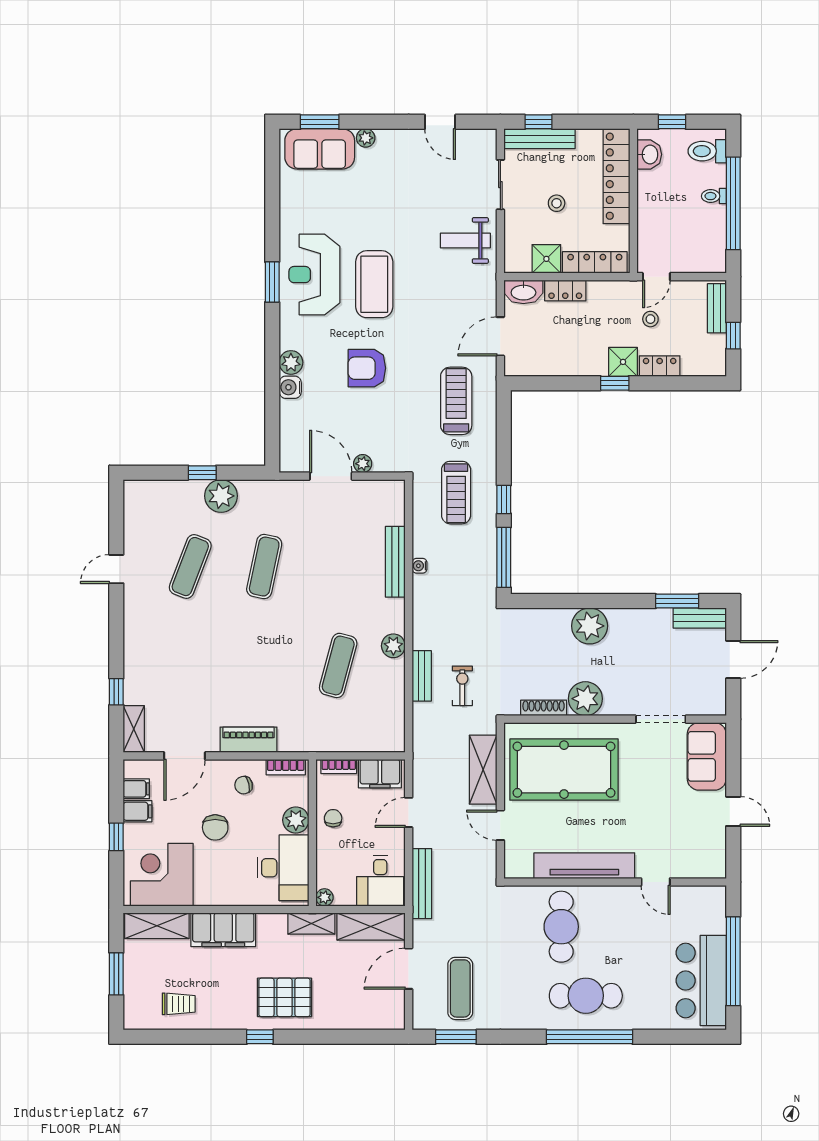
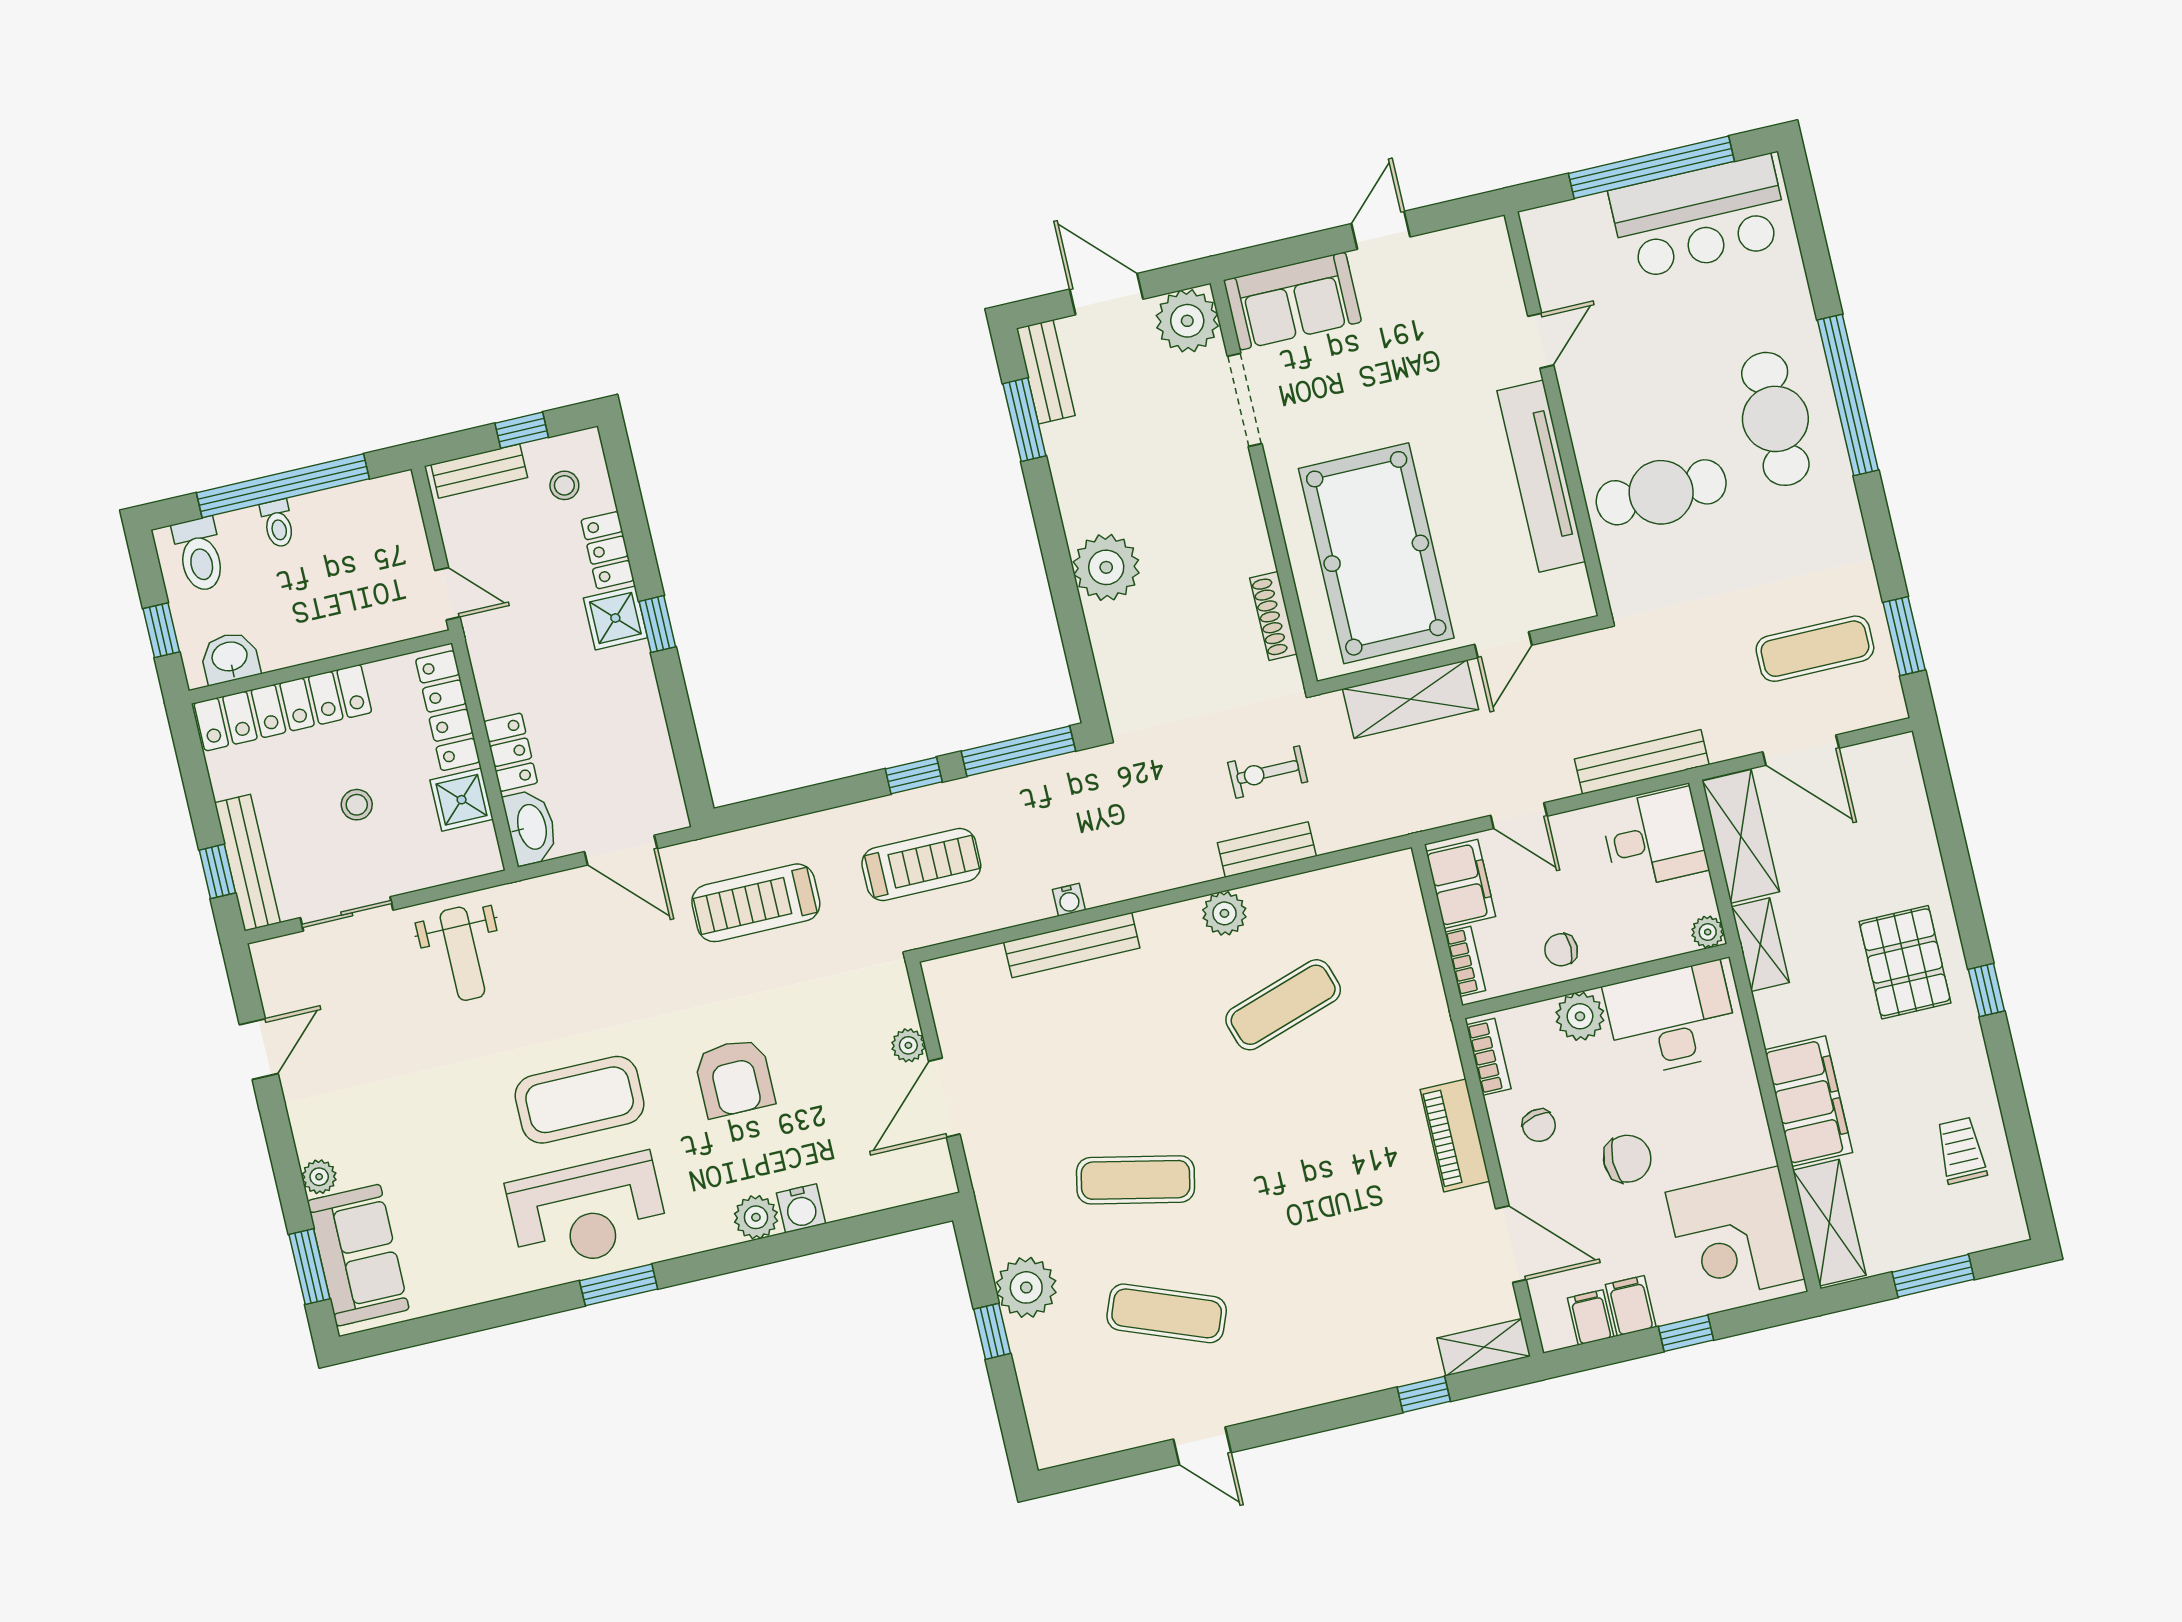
stool: (650, 319) -> (564, 485), moved
exercise mat: (338, 665) -> (1283, 1005), turned -33
plant: (585, 699) -> (1187, 321), moved

